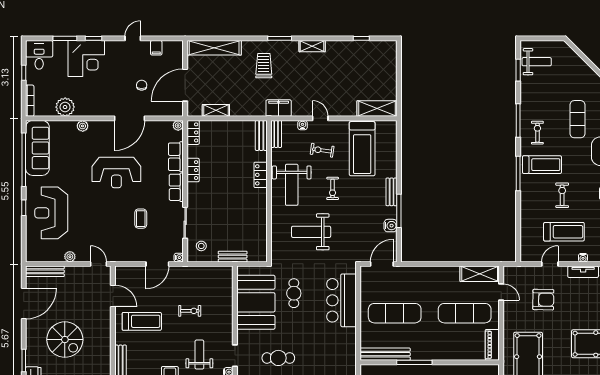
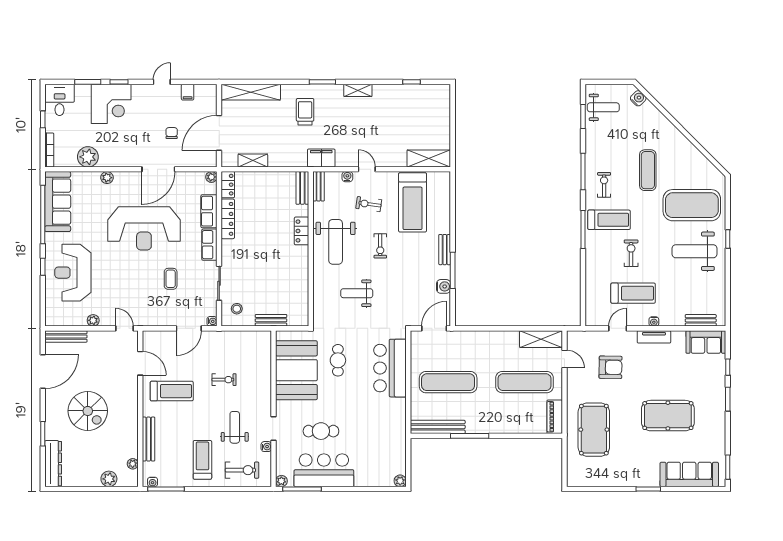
water cooler: (569, 53) -> (638, 98), added
locker: (193, 170) -> (228, 219), width x1.53
reception desk: (116, 173) -> (144, 228), width x1.36, depth x1.30
weight bench: (311, 232) -> (357, 293), width x0.73, depth x0.75

